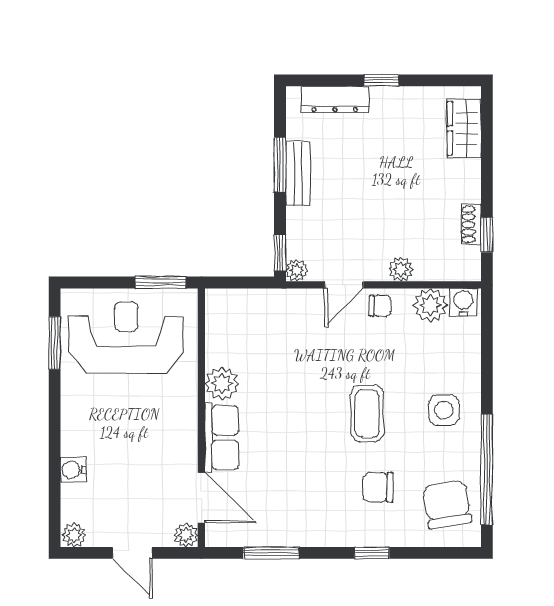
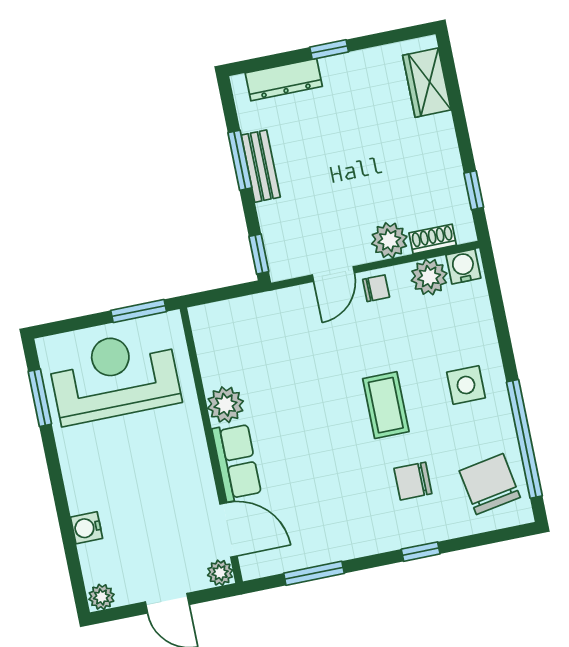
shoe rack: (471, 224) -> (433, 239), moved, turned 90
plant: (401, 269) -> (389, 240), width x1.38, depth x1.38
plant: (297, 270) -> (280, 269), removed

